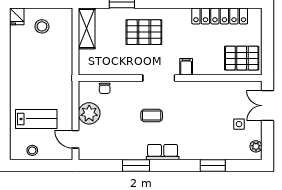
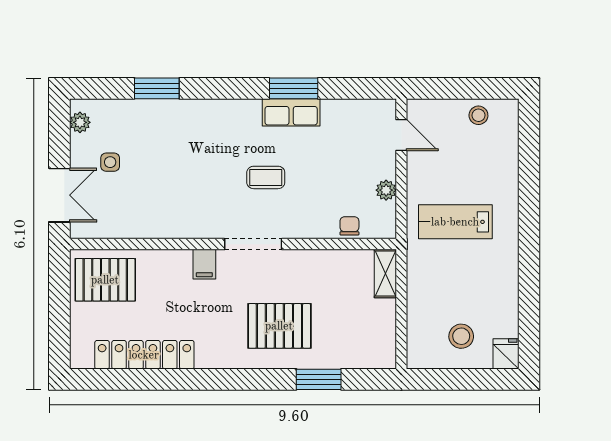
shelving: (87, 28) -> (385, 274), moved, width x0.67, depth x0.75
plant: (89, 113) -> (386, 190), width x0.53, depth x0.53
lab bench: (36, 119) -> (455, 222), moved
row of seats: (163, 152) -> (291, 112), moved

